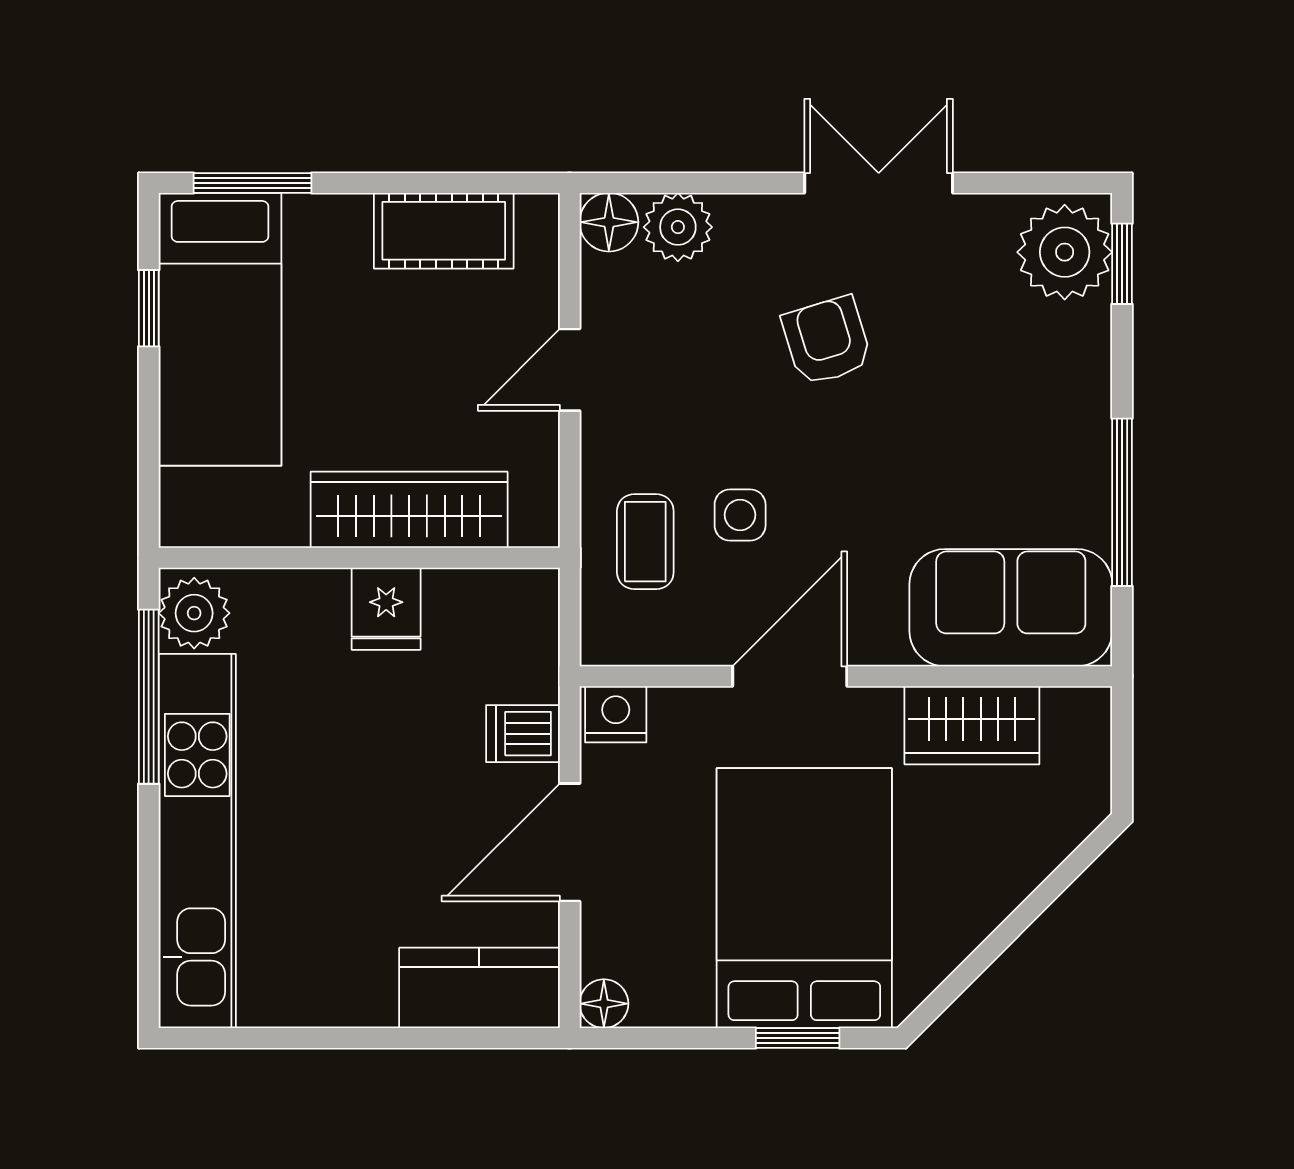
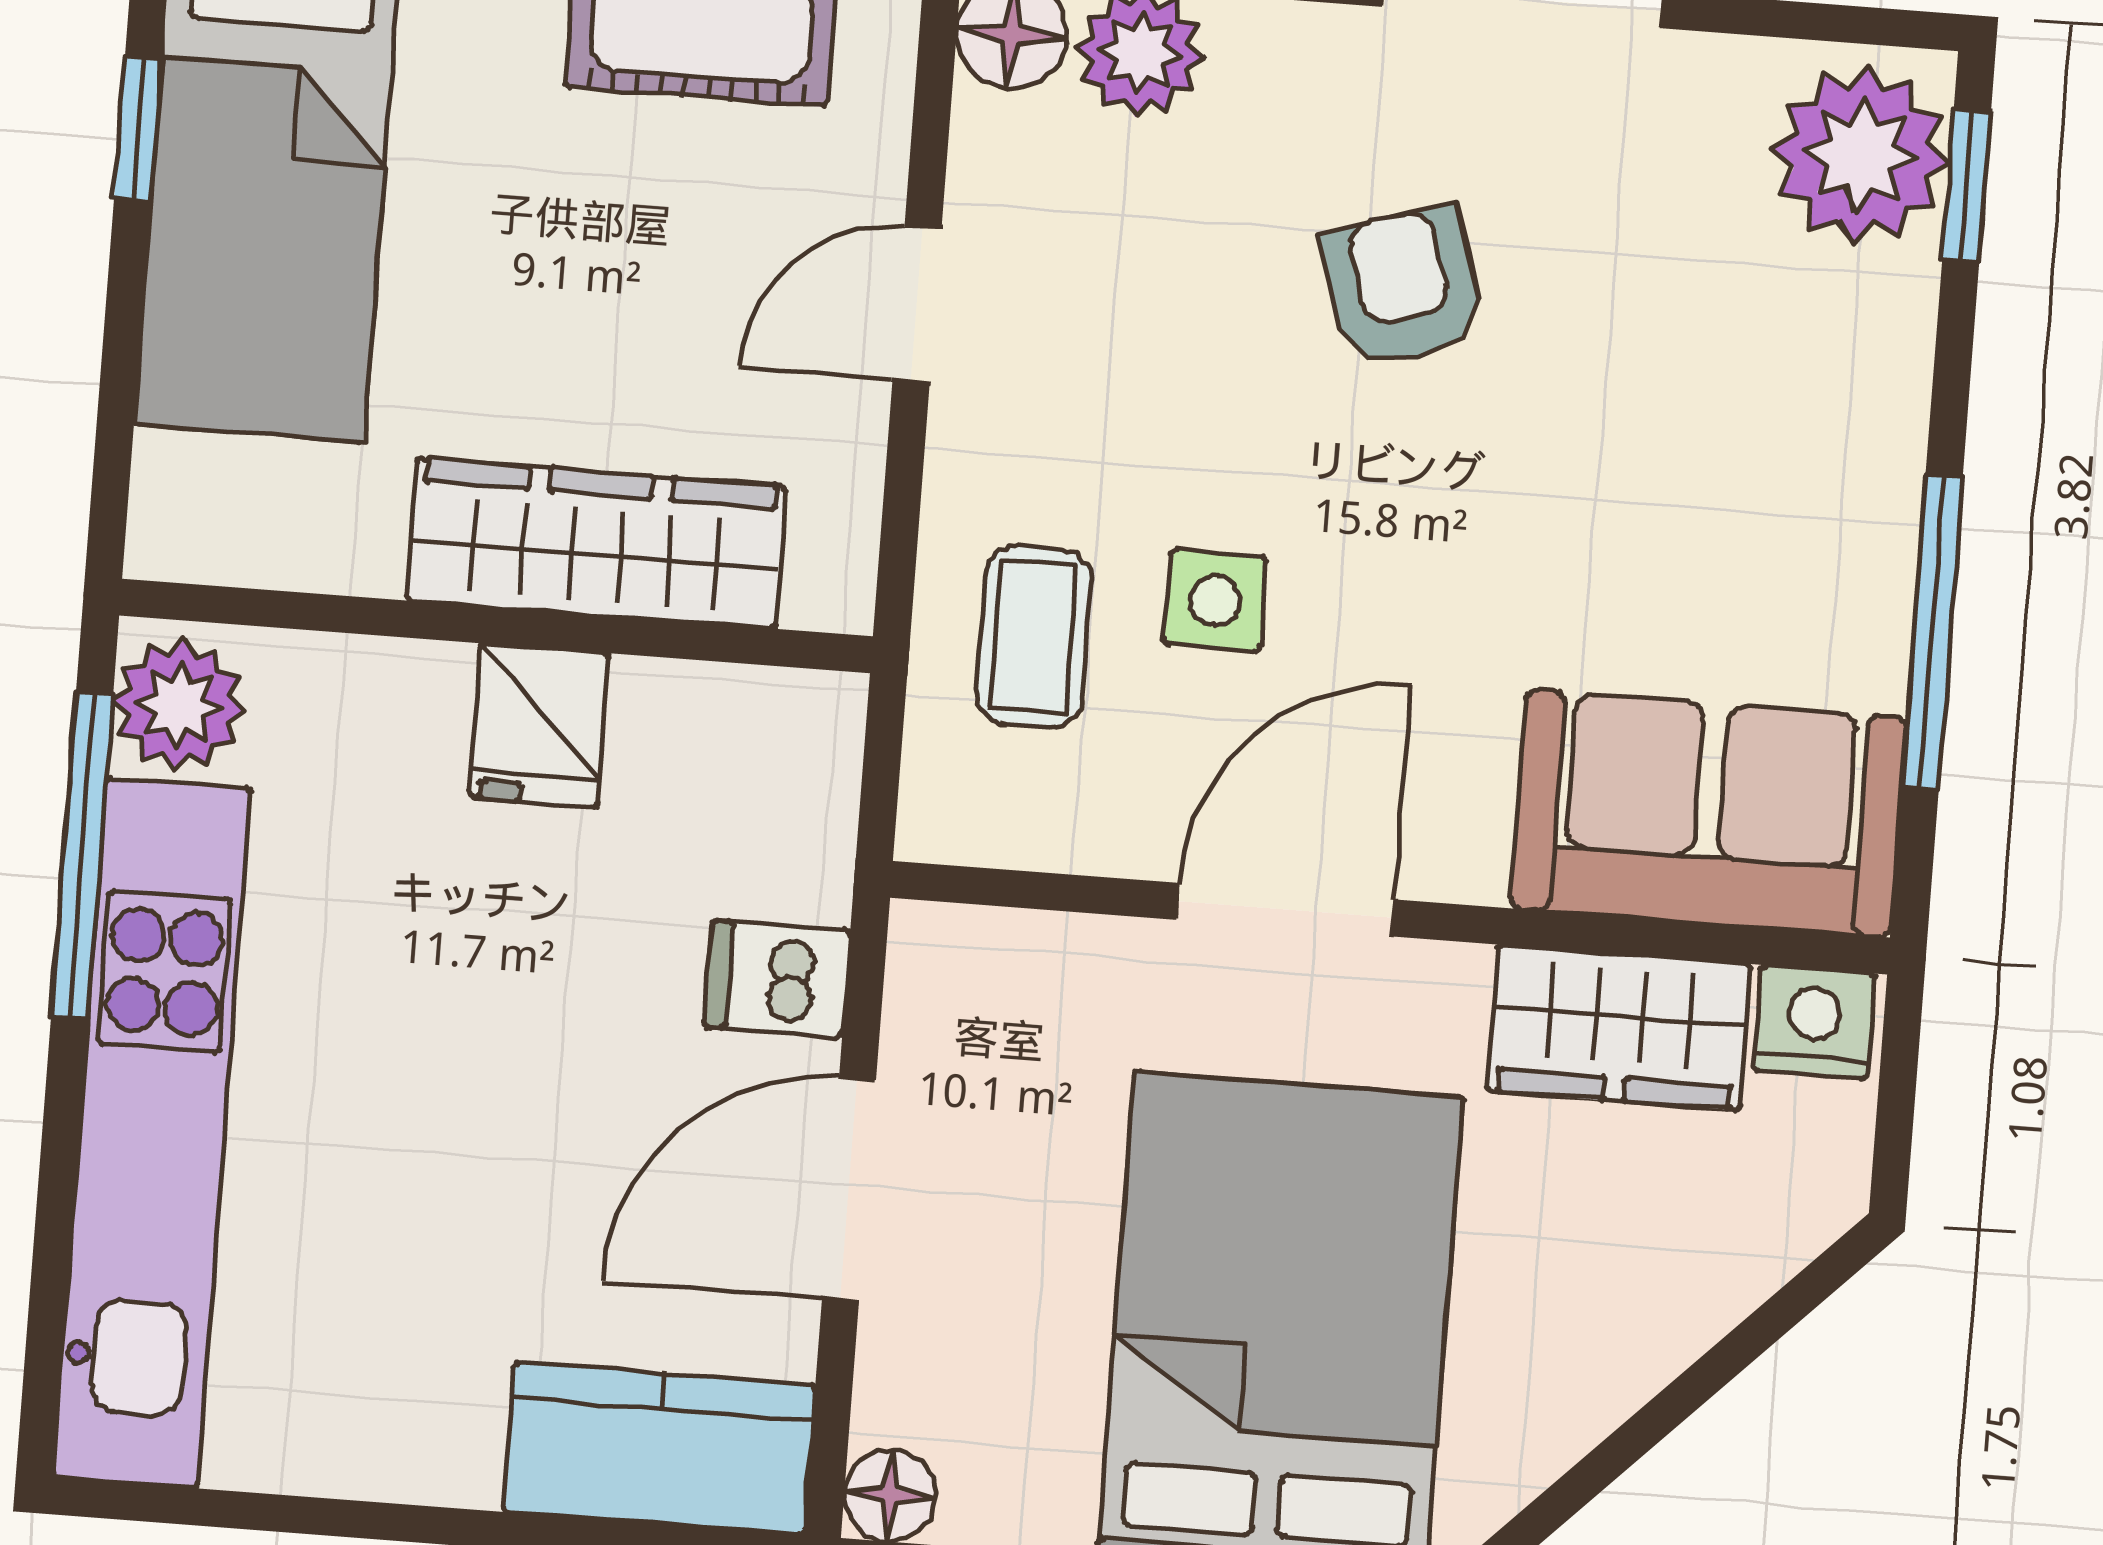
nightstand: (616, 714) -> (1814, 1022), moved

